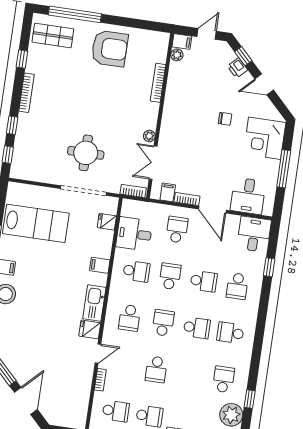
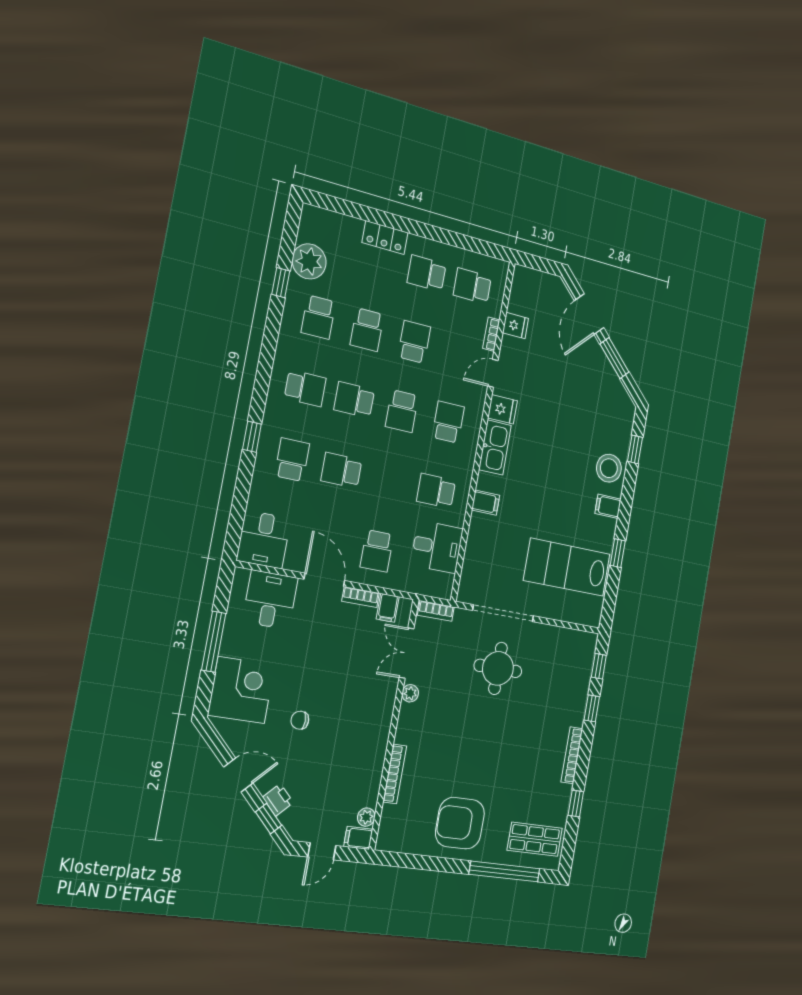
double door: (153, 163) -> (407, 653), swing flipped
fridge: (107, 222) -> (515, 326), moved
window: (269, 267) -> (252, 437), moved
school desk: (170, 276) -> (367, 330), moved

